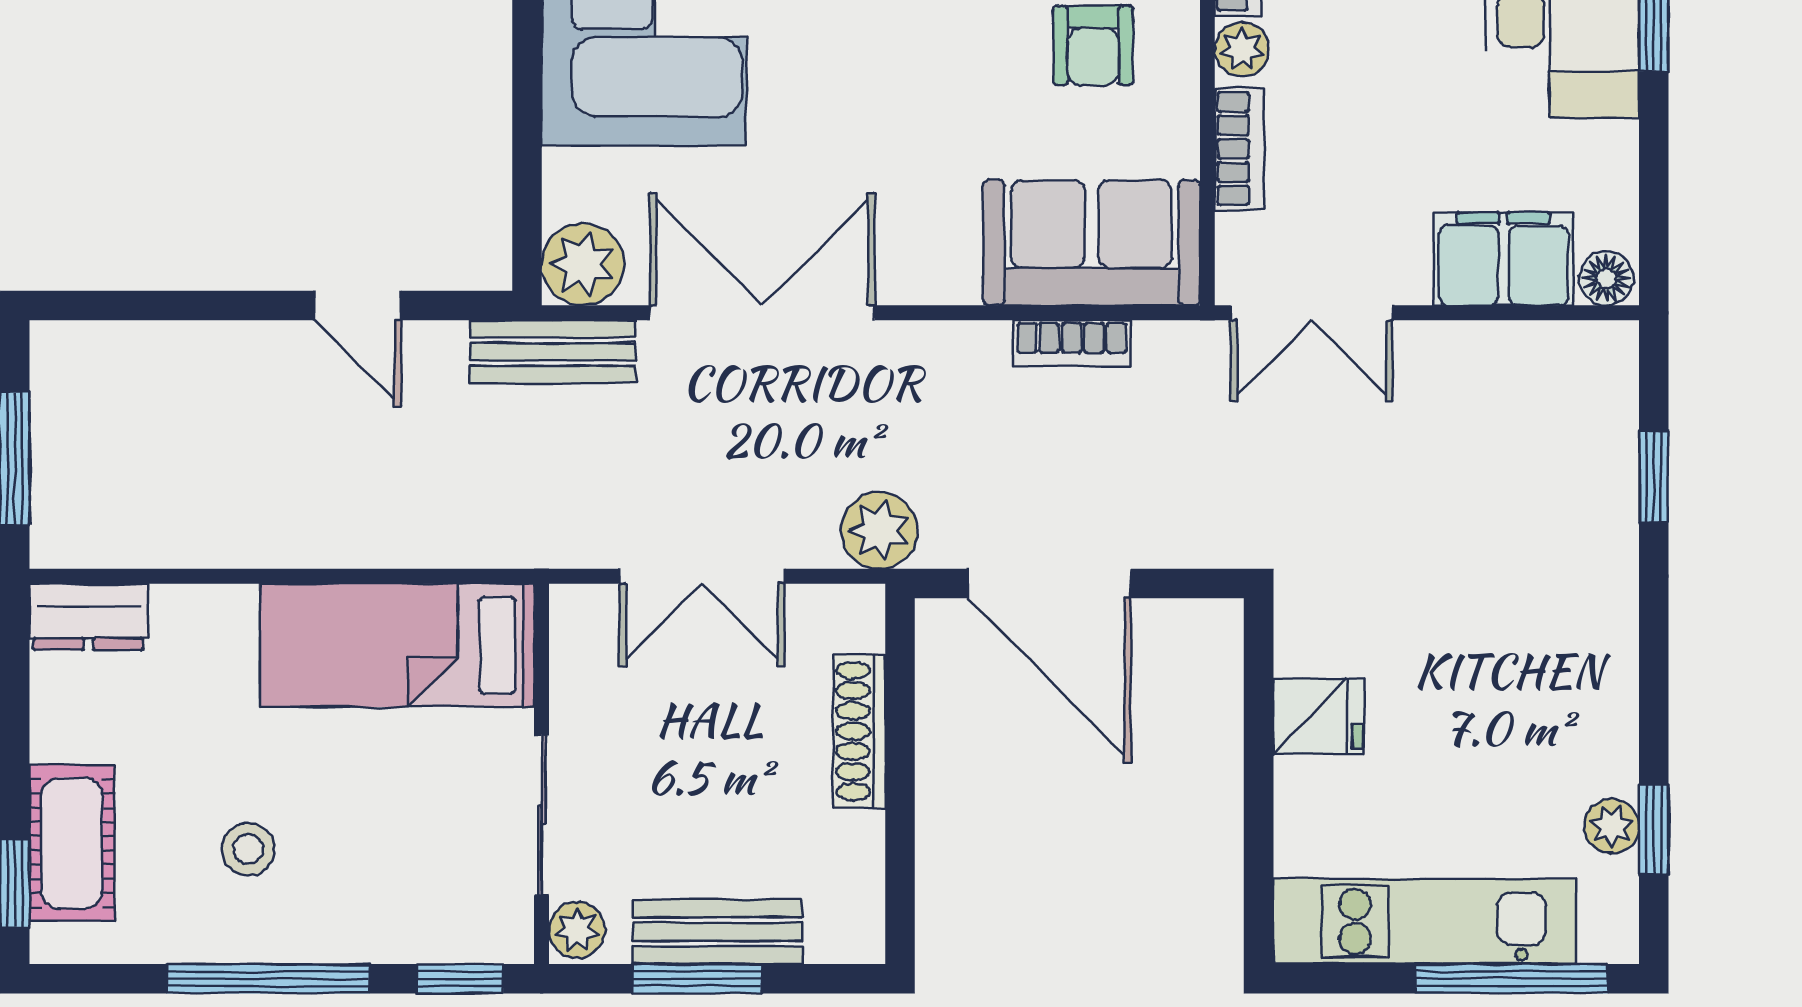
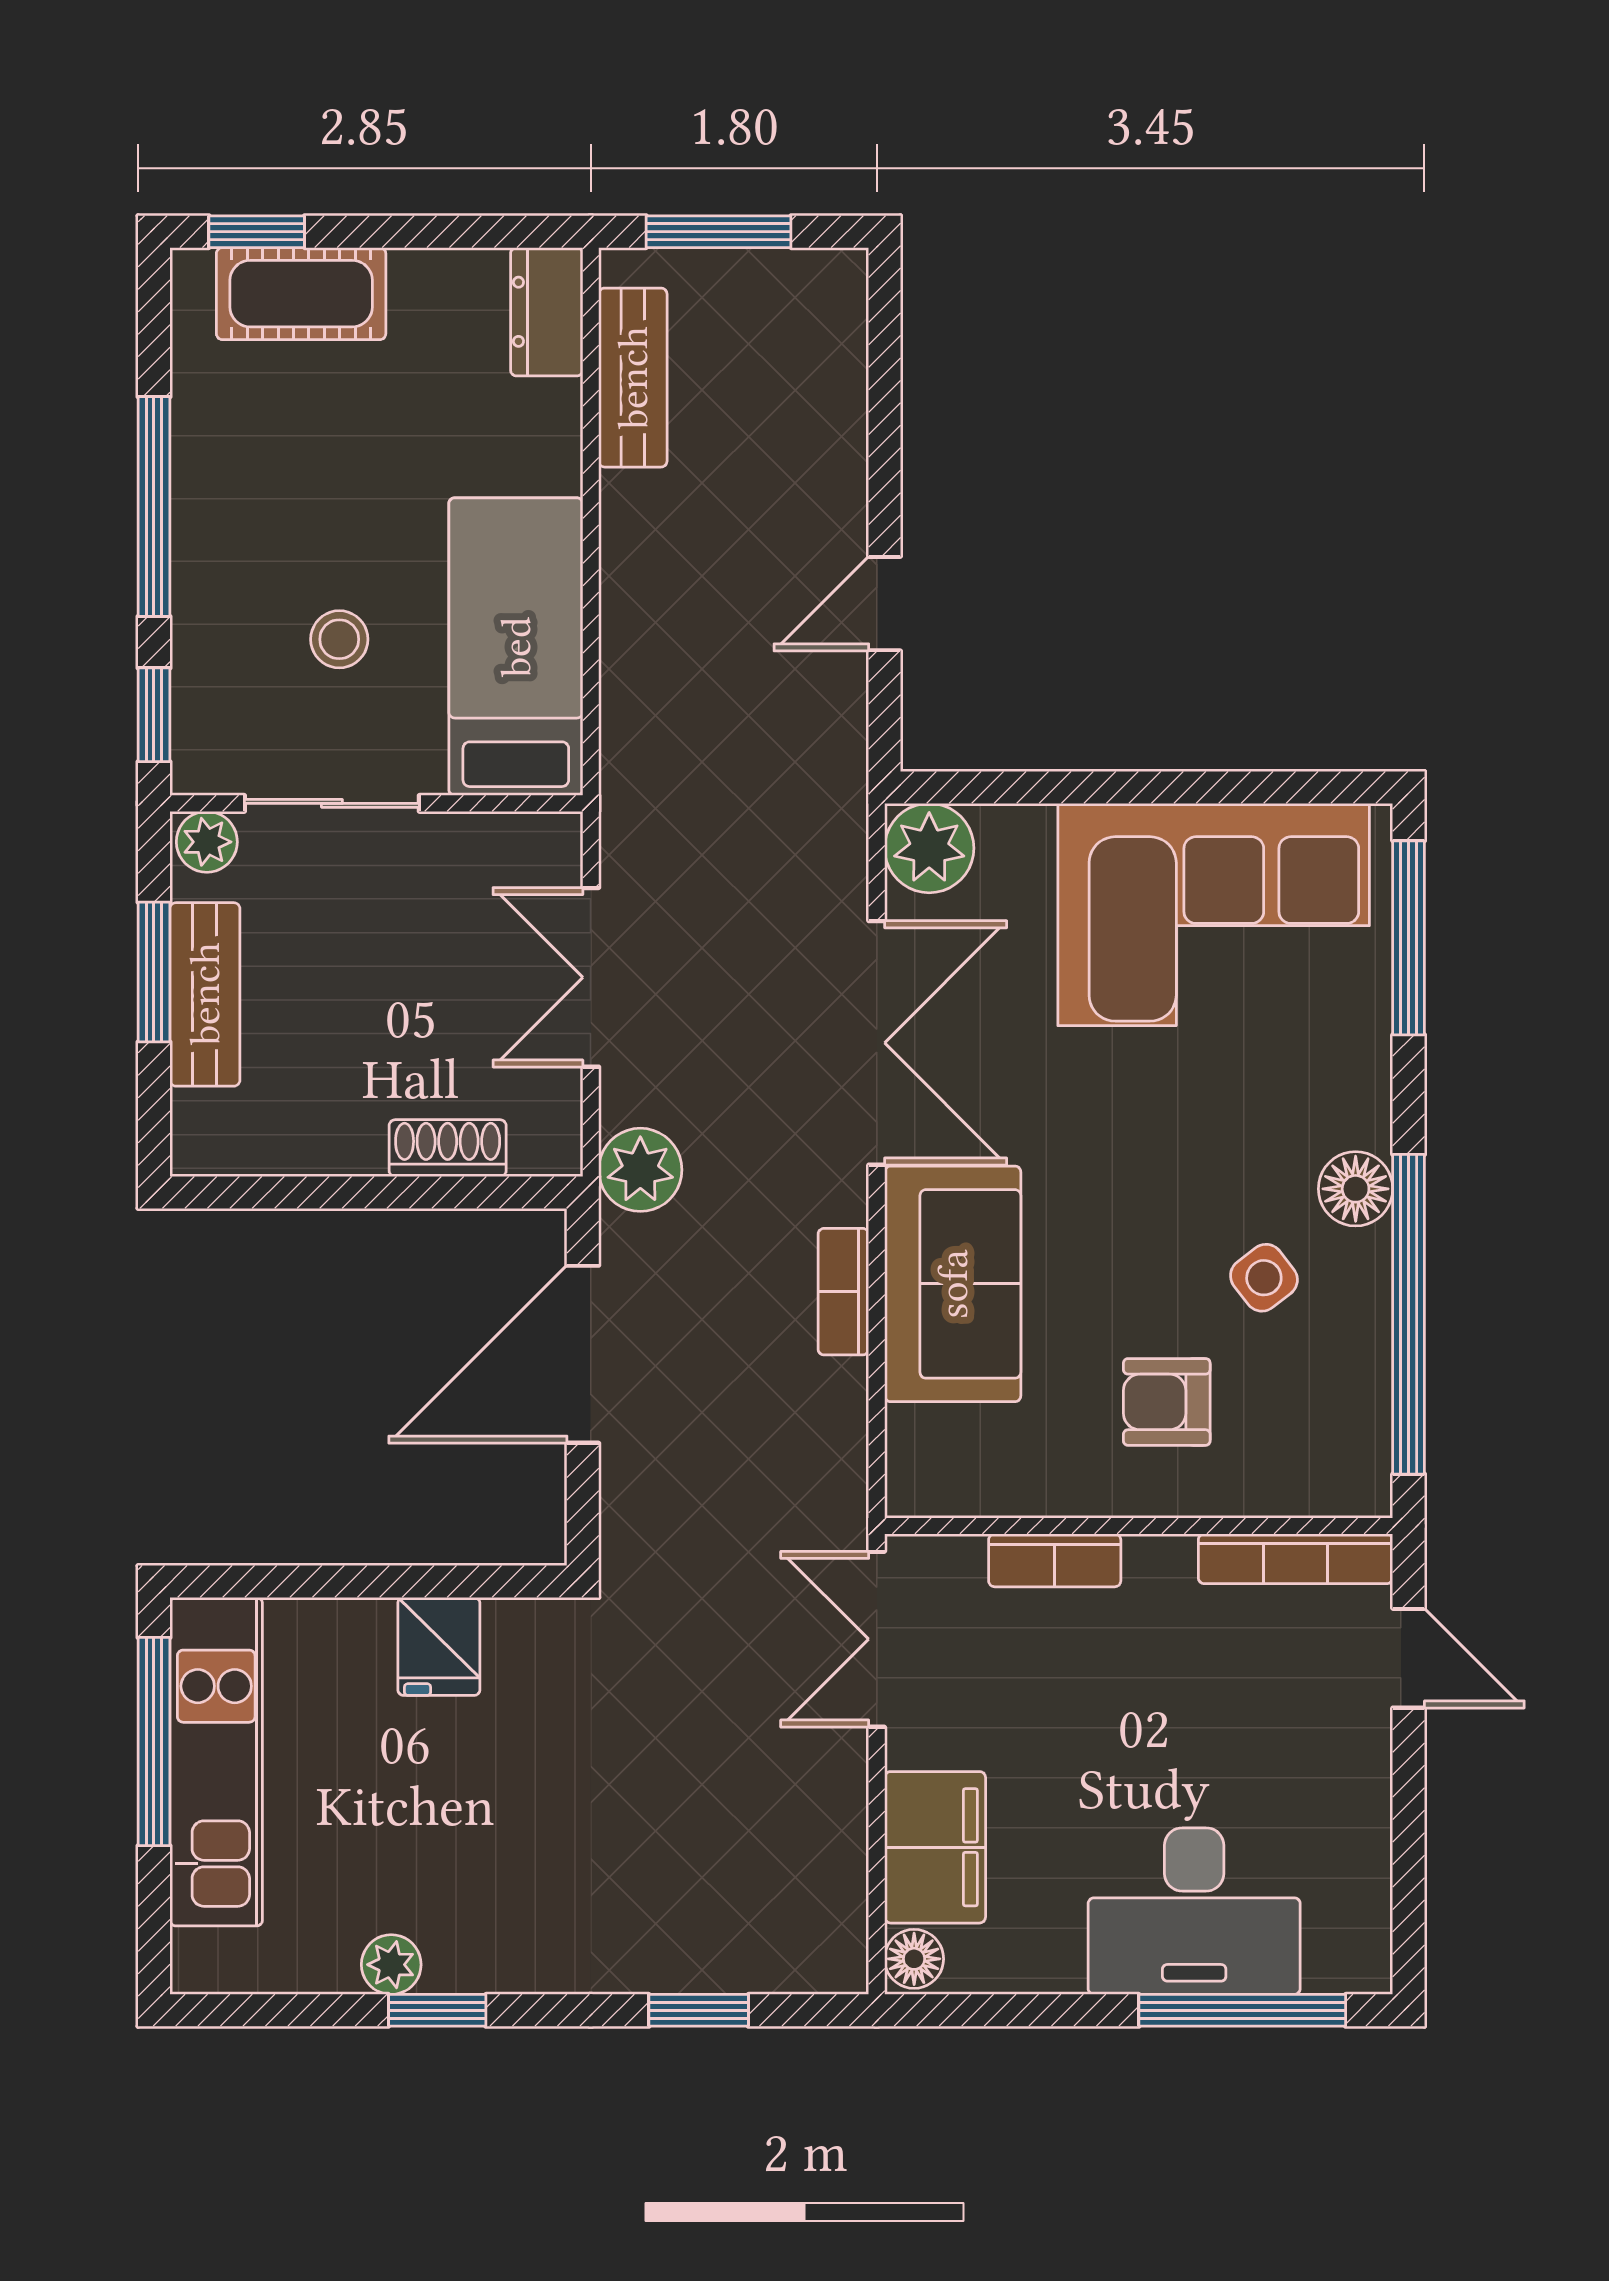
plant: (1242, 49) -> (1162, 1564), removed
sofa: (1092, 243) -> (953, 1284), moved
bookcase: (1072, 343) -> (843, 1292), moved
bench: (553, 352) -> (633, 378), moved
shoe rack: (859, 731) -> (448, 1148), width x0.70
plant: (1612, 826) -> (391, 1965), moved
window: (1654, 830) -> (437, 2010), moved
stool: (248, 849) -> (339, 639), moved
window: (1512, 979) -> (154, 1742), moved

